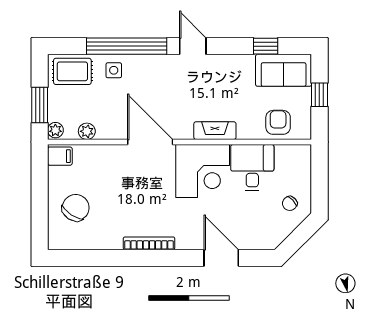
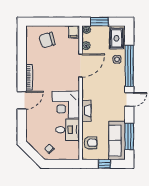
window: (266, 46) -> (129, 137), width x2.17
sofa: (284, 70) -> (117, 141), width x1.36
door: (150, 142) -> (81, 66), moved
chair: (76, 208) -> (47, 40), turned 132
door: (221, 258) -> (22, 100), moved

